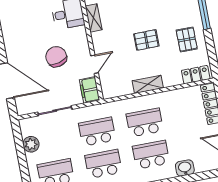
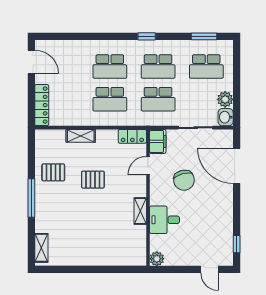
pallet: (187, 40) -> (53, 172), turned 90
locker: (196, 75) -> (132, 136), moved
shelving: (148, 84) -> (81, 136), moved
washbasin: (185, 168) -> (226, 117), moved, turned 90

